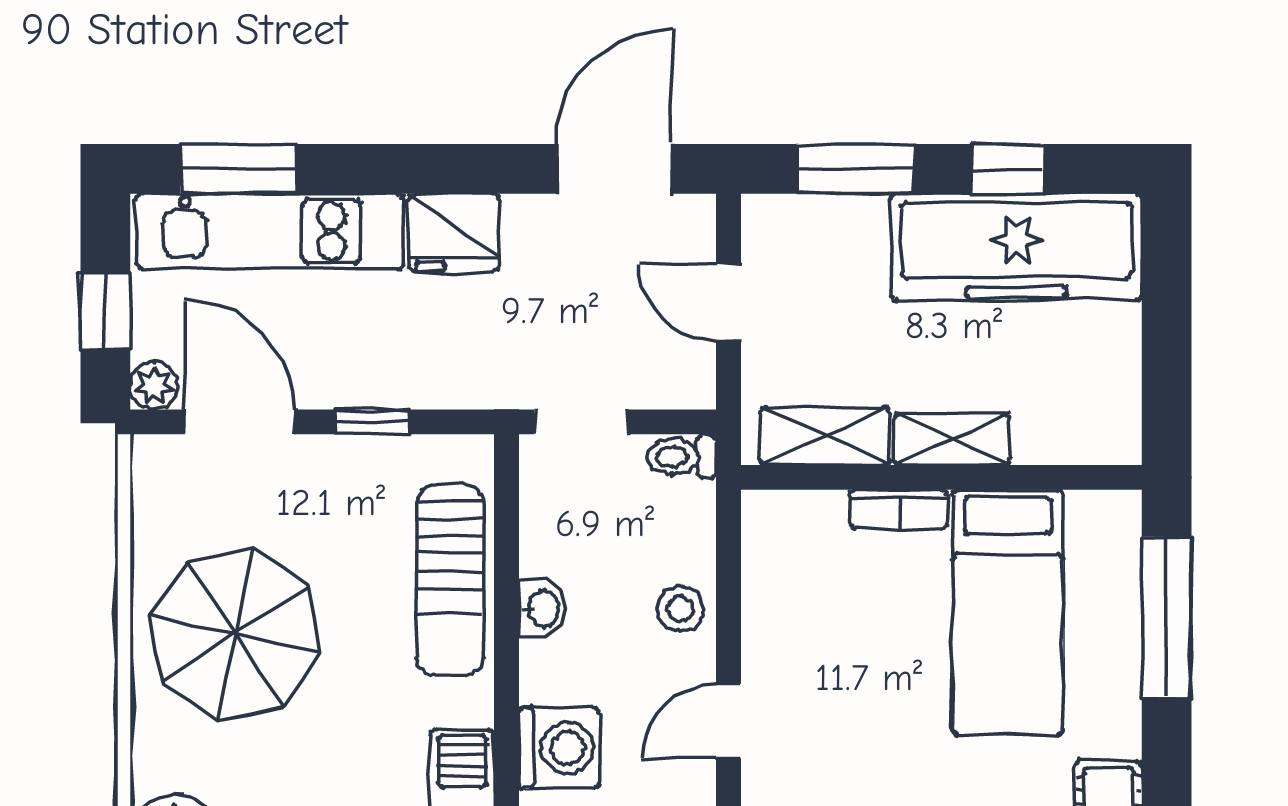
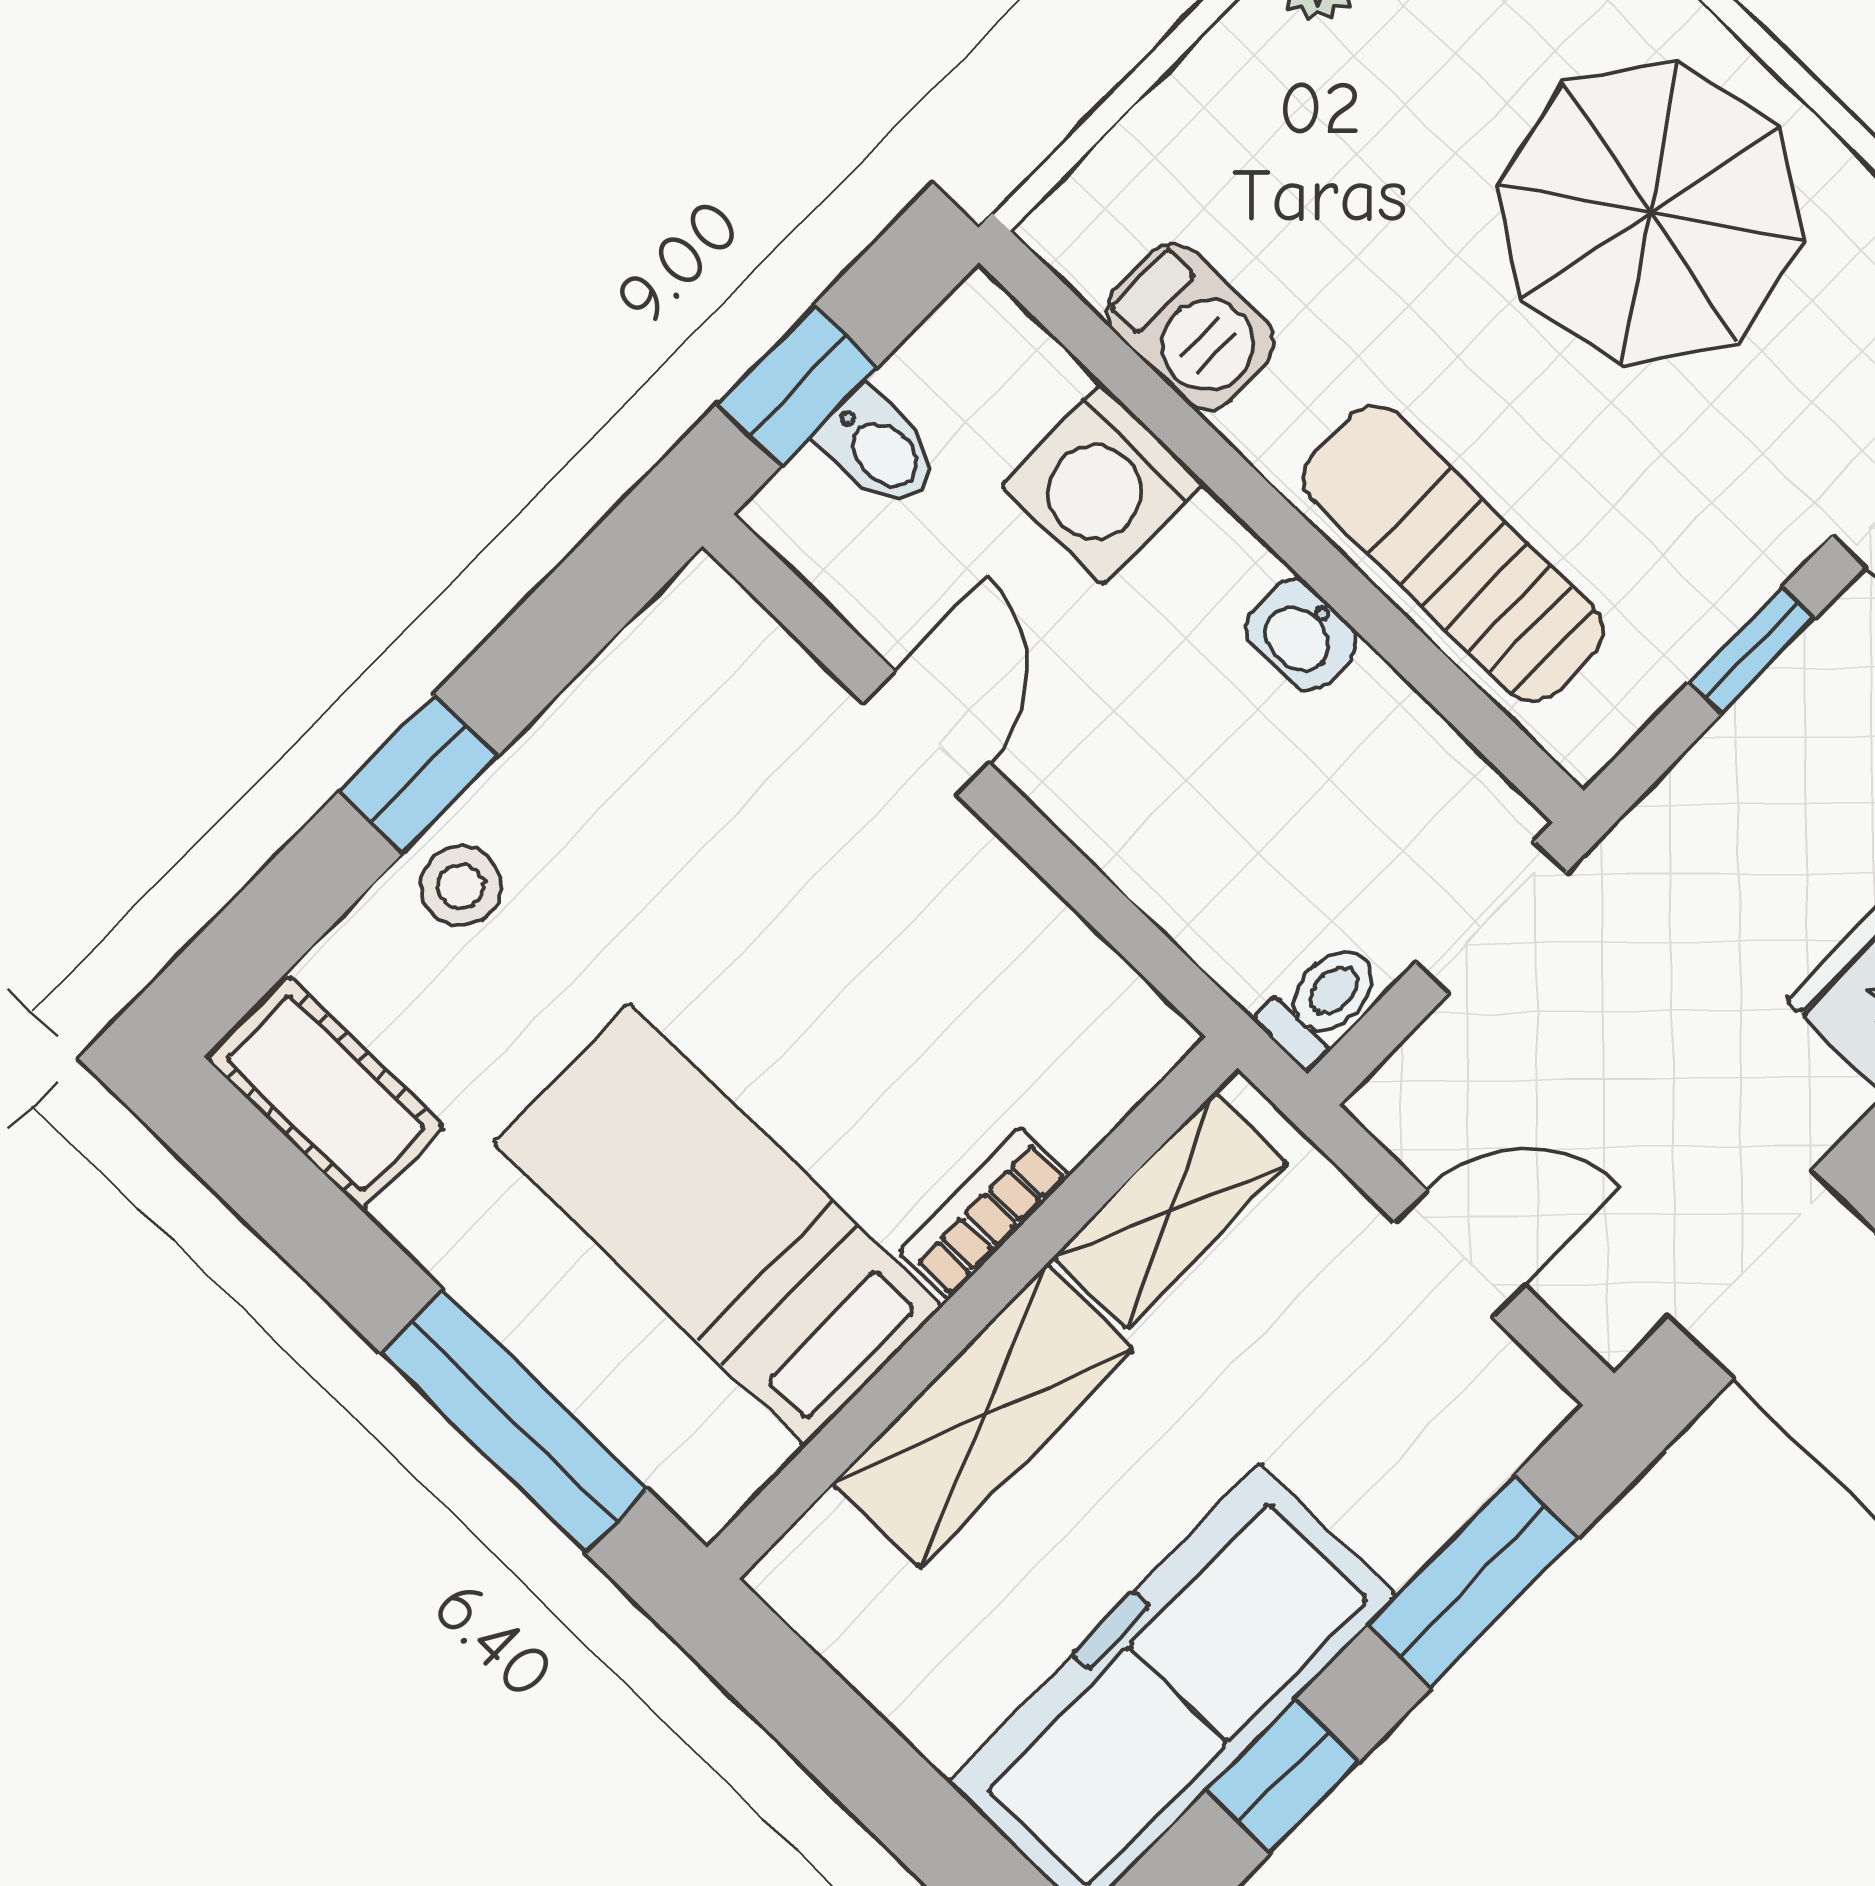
shelving: (952, 439) -> (983, 1416), width x1.50, depth x1.33
stool: (680, 609) -> (1129, 811), removed

